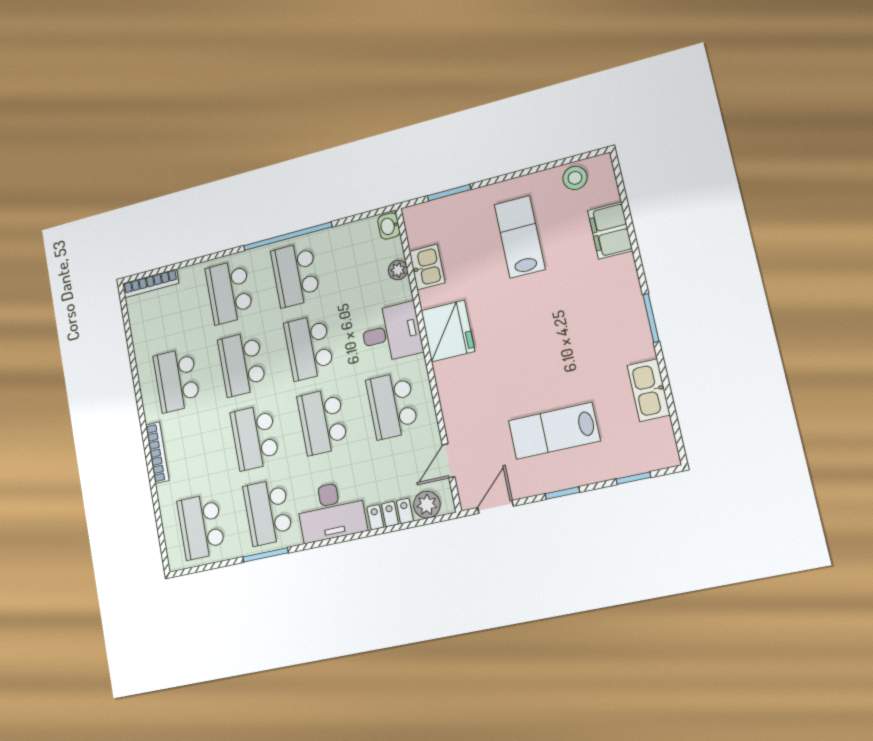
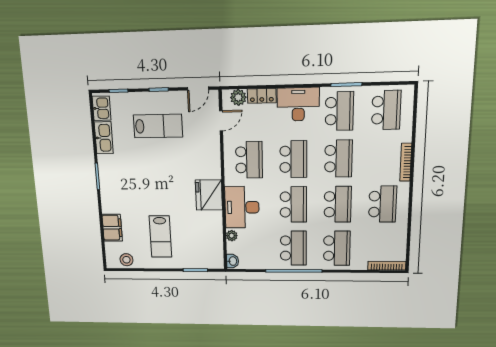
kitchen sink: (427, 267) -> (102, 108), moved, turned 180
desk: (391, 333) -> (242, 207), width x1.37

